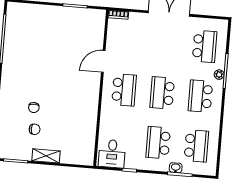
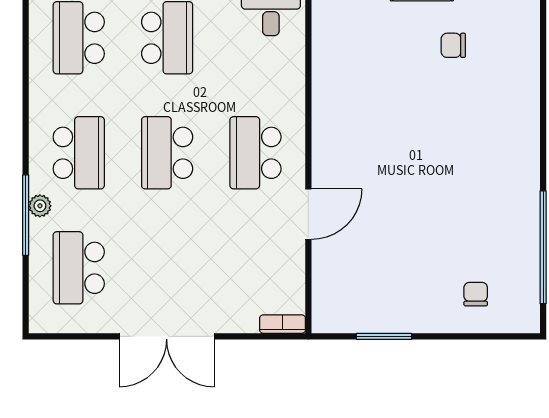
school desk: (162, 93) -> (167, 153), turned 180
chair: (34, 108) -> (476, 294), moved

